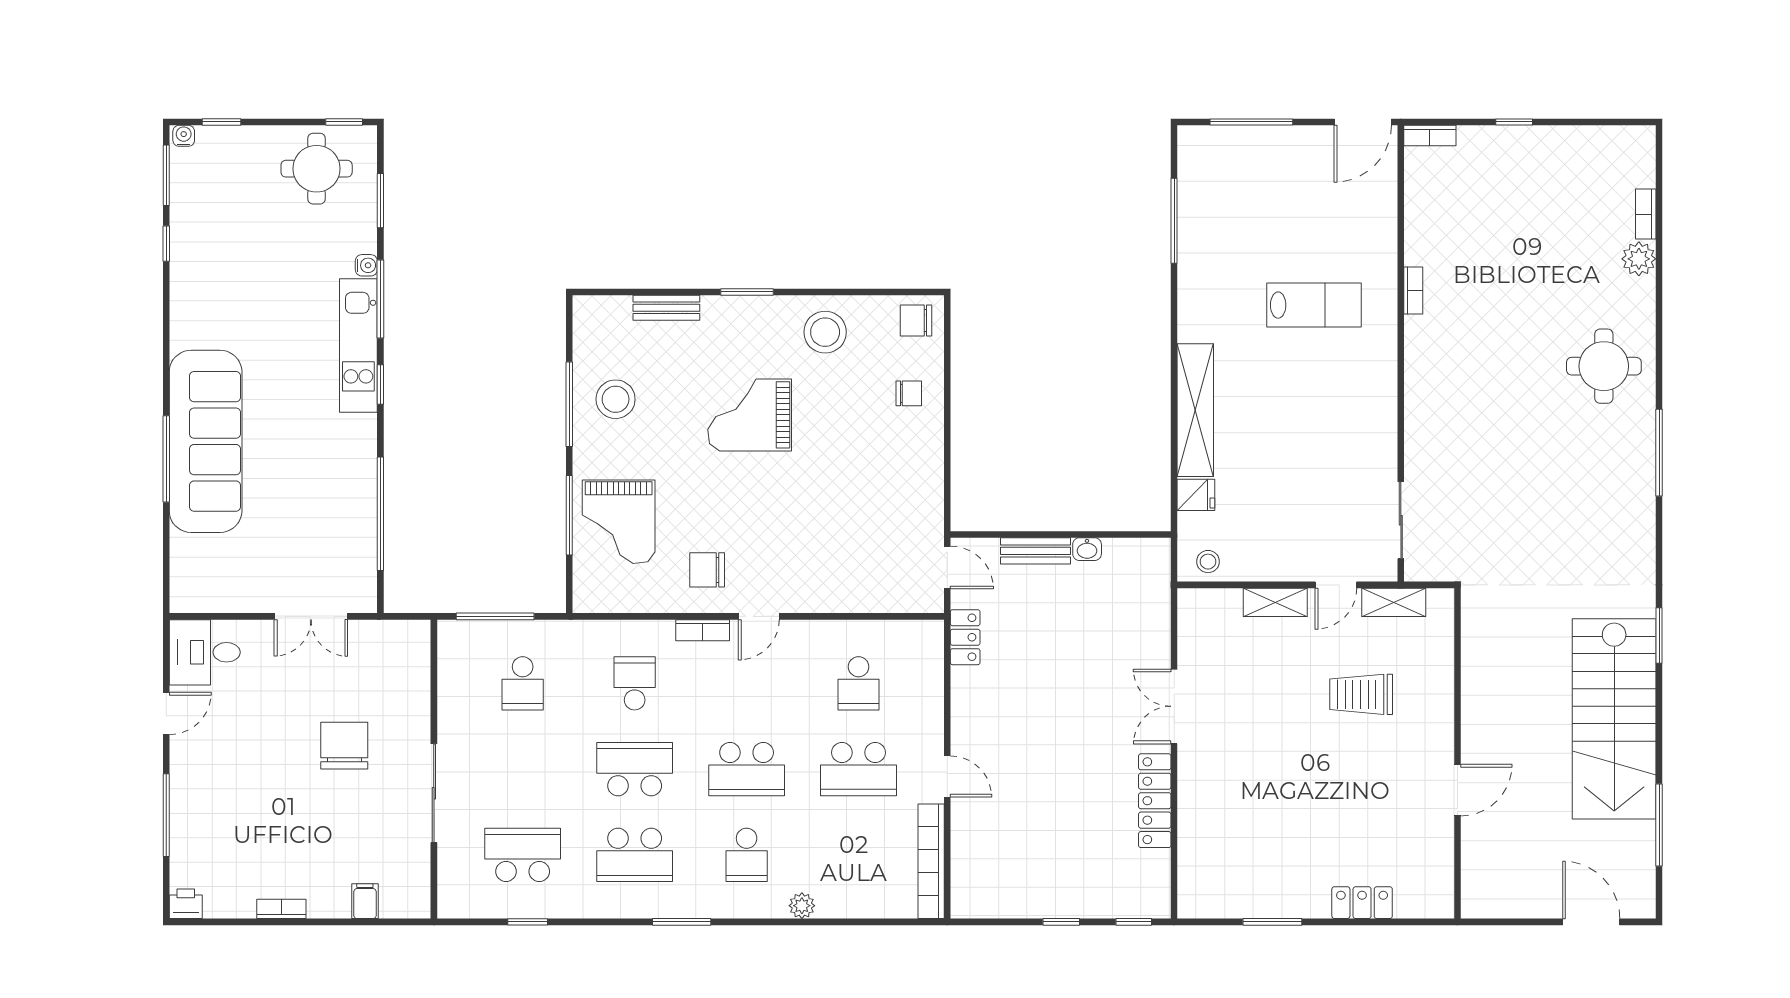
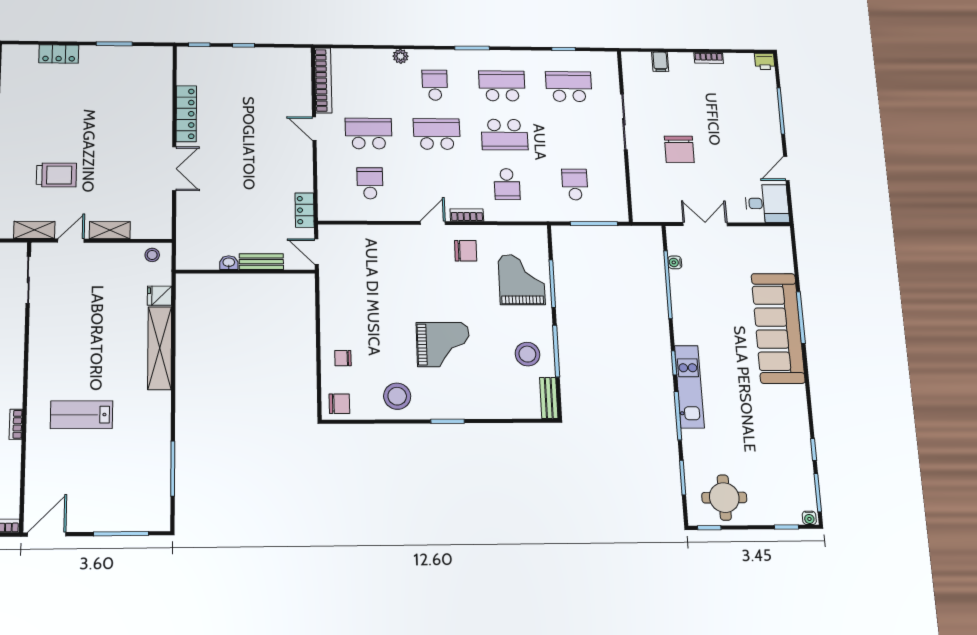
water cooler: (366, 265) -> (675, 262), moved
bench: (666, 308) -> (549, 398), moved, turned 90
school desk: (523, 855) -> (569, 87), turned 180

